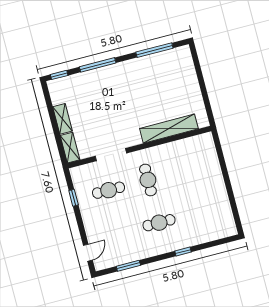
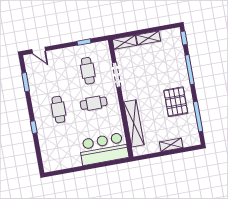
pallet: (138, 79) -> (176, 102), added
shelving: (192, 81) -> (171, 145), added
bar counter: (203, 163) -> (104, 149), added

